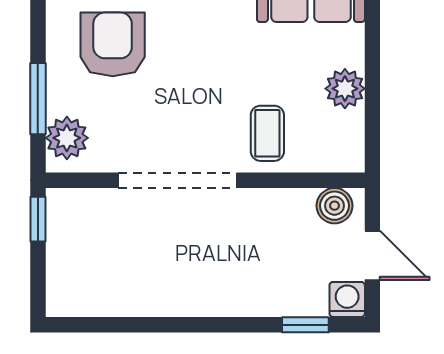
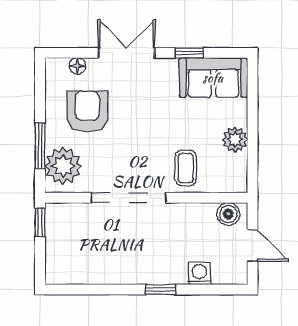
plant: (67, 138) -> (63, 166), width x1.36, depth x1.36
washing machine: (347, 299) -> (199, 274), moved
window: (305, 325) -> (161, 290), moved

